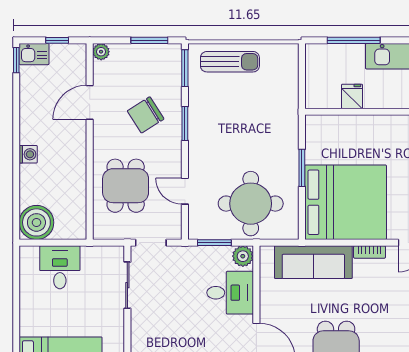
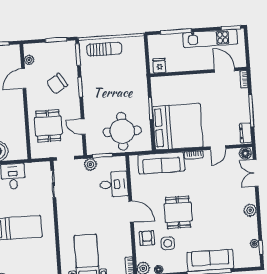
plant: (101, 52) -> (29, 60), moved
fridge: (352, 96) -> (159, 66), moved
plant: (243, 256) -> (90, 164), moved

